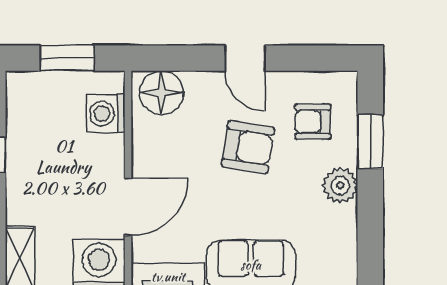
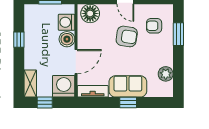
boiler: (107, 153) -> (67, 39), added
plant: (340, 185) -> (166, 74), moved

